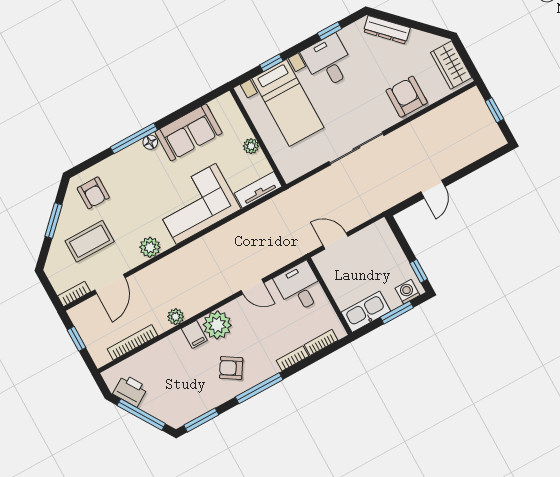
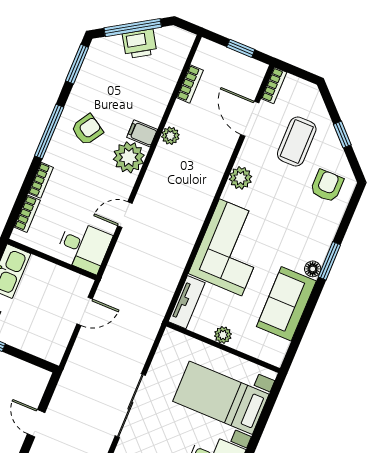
window: (271, 63) -> (263, 421), removed
window: (134, 138) -> (329, 261), width x0.69
armchair: (93, 193) -> (327, 186), turned 90
window: (53, 221) -> (342, 135), width x0.67
bookcase: (133, 342) -> (190, 84), width x0.64
printer: (130, 391) -> (140, 44), moved

